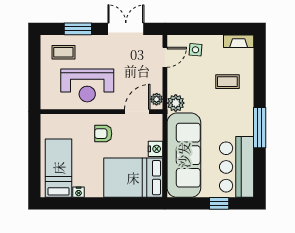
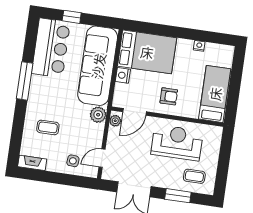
bed: (59, 168) -> (215, 94), moved, turned 180

